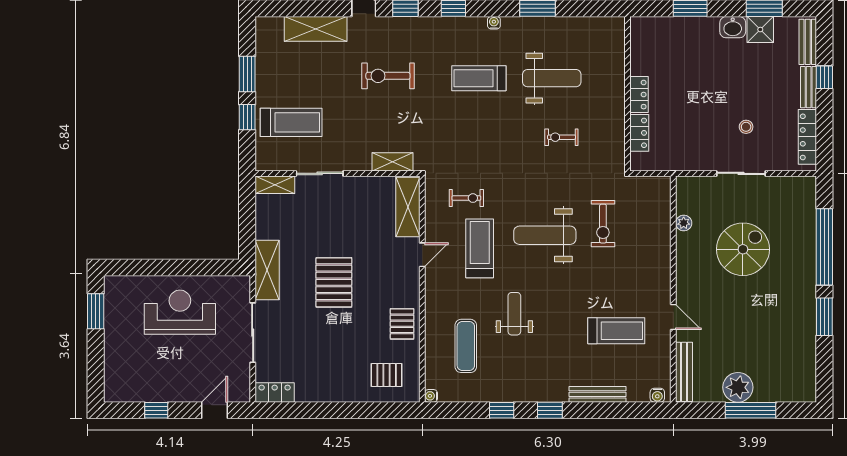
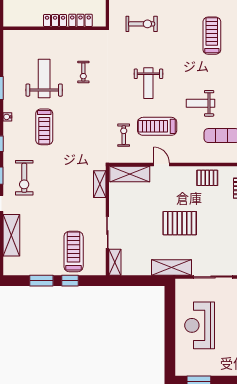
exercise bike: (388, 76) -> (24, 178), moved
exercise bike: (603, 224) -> (142, 24), moved
weight bench: (545, 235) -> (148, 83), width x0.73, depth x0.75

